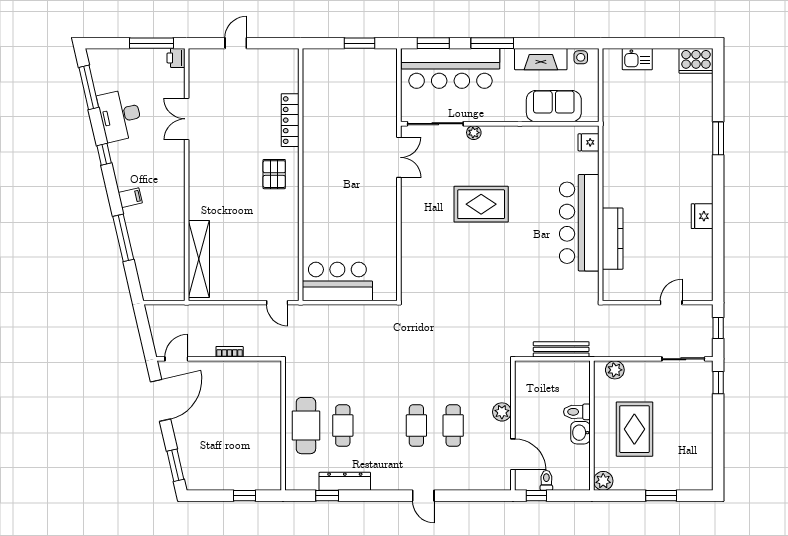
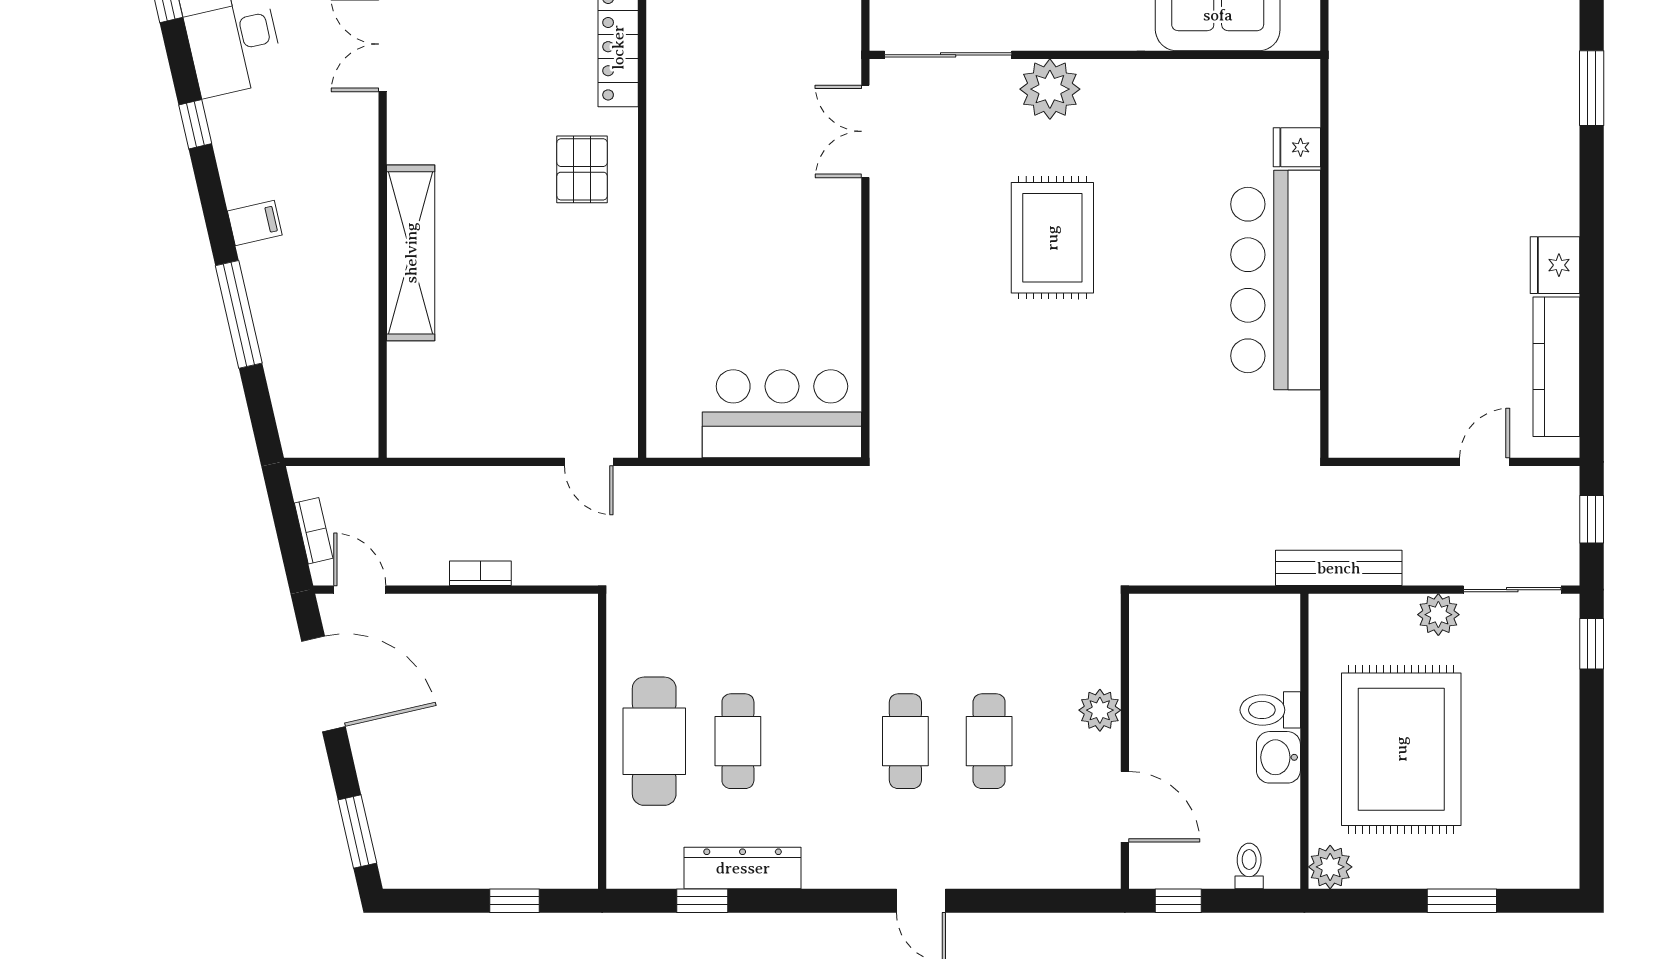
plant: (474, 133) -> (1050, 89), width x1.87, depth x1.87
fridge: (589, 142) -> (1297, 147), moved
double door: (399, 157) -> (865, 131), swing flipped
rug: (481, 204) -> (1052, 238), turned 90
kitchen counter: (613, 239) -> (1556, 367), moved, turned 180
shelving: (199, 259) -> (411, 253), moved
bar counter: (337, 282) -> (782, 414), moved
bookcase: (156, 333) -> (314, 531), added
bench: (561, 349) -> (1339, 568), moved
door: (176, 359) -> (360, 590), hinge flipped
plant: (615, 370) -> (1438, 615), moved
door: (161, 400) -> (323, 684), hinge flipped
rug: (634, 429) -> (1401, 749), width x1.37, depth x1.44
toilet: (546, 480) -> (1249, 866), moved

